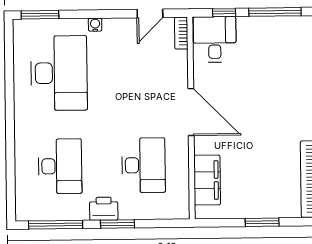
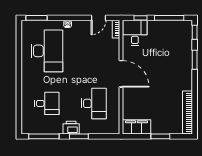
desk: (60, 166) -> (47, 103), width x0.73
filing cabinet: (207, 180) -> (136, 127), moved, turned -90

